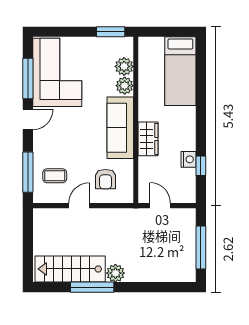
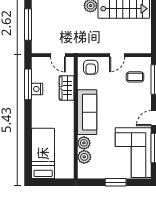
window: (111, 32) -> (116, 182), moved
wardrobe: (148, 139) -> (67, 88), moved
window: (201, 166) -> (28, 84), width x2.17
armchair: (105, 179) -> (91, 67), moved, turned 180

